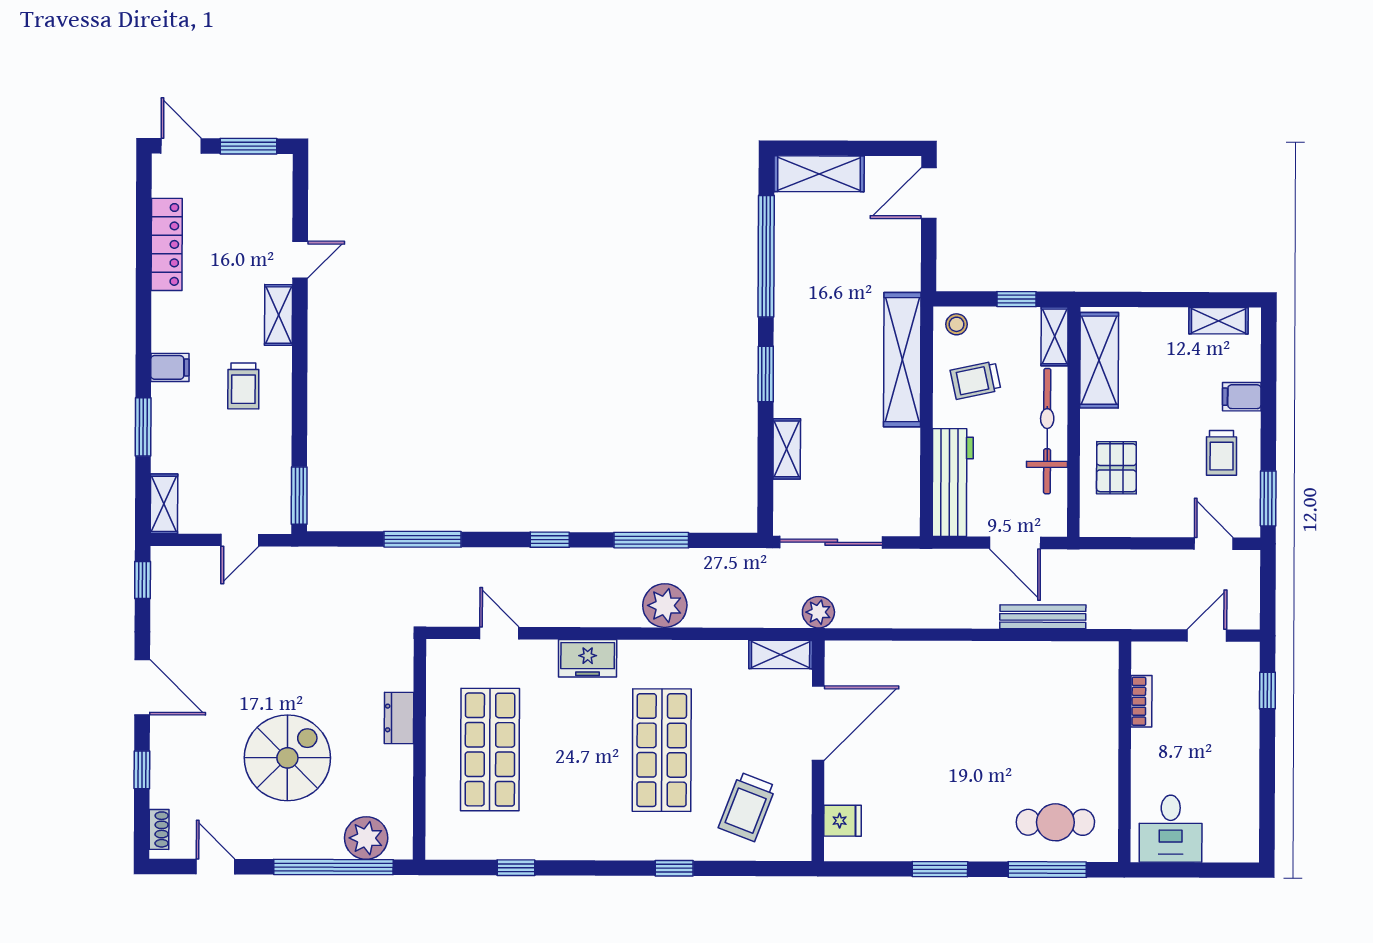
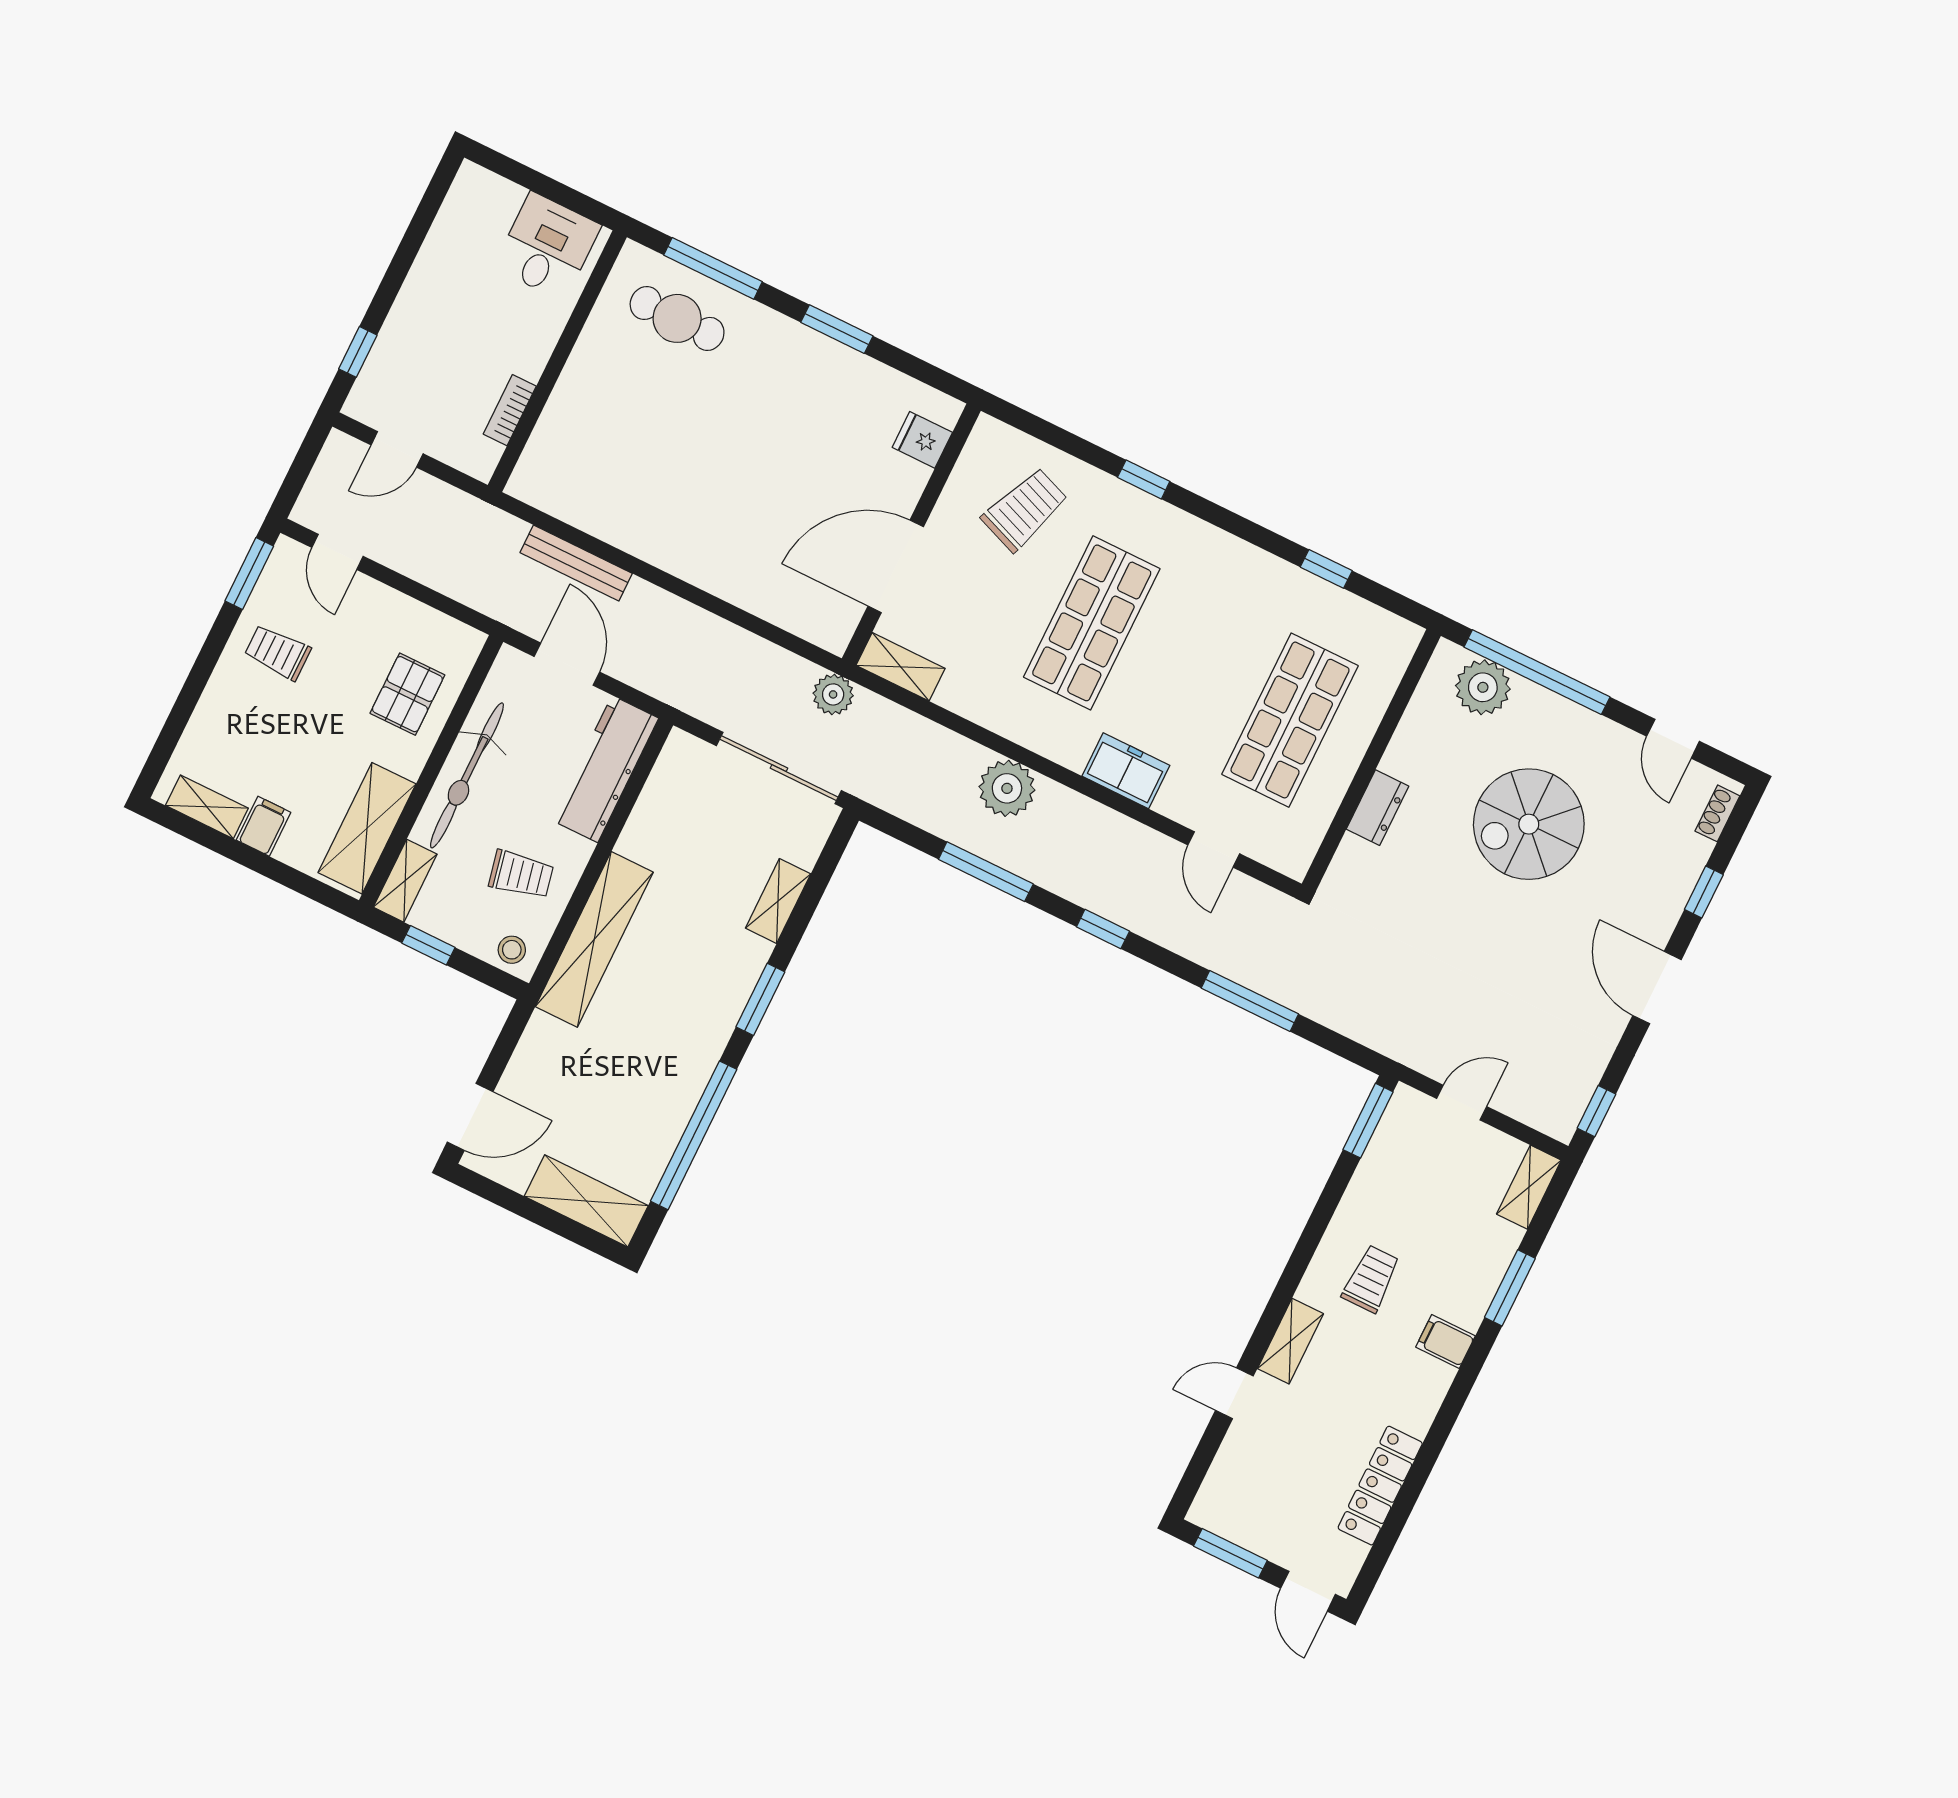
filing cabinet: (1242, 397) -> (264, 826), moved, turned -90
trolley: (1222, 453) -> (278, 652), turned -90

